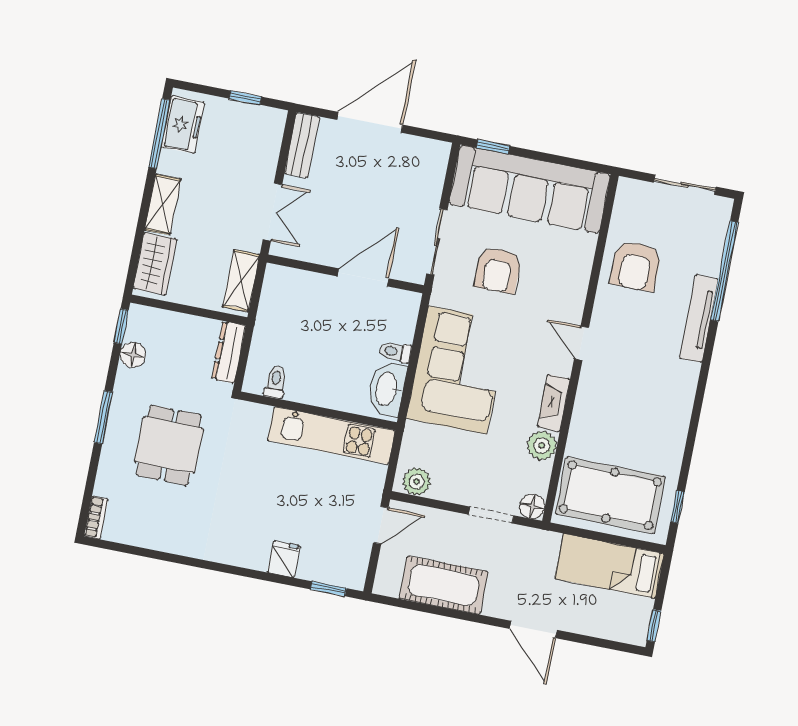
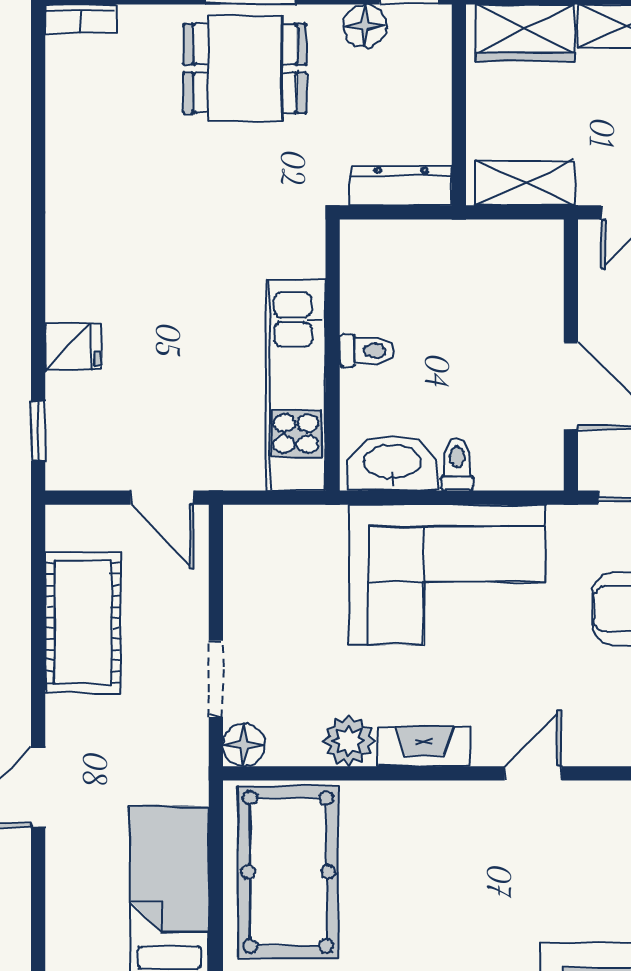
toilet: (276, 382) -> (367, 351), moved
dining table: (169, 445) -> (245, 69), moved
plant: (417, 482) -> (247, 543), removed

